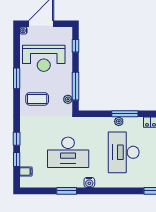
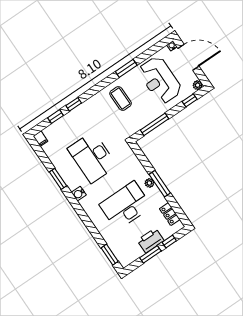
plant: (68, 99) -> (198, 85), moved
filing cabinet: (26, 171) -> (40, 139), moved

